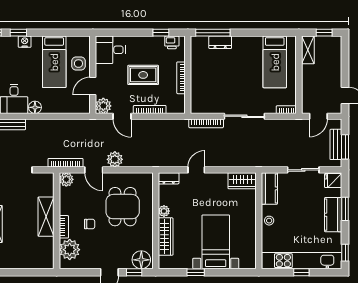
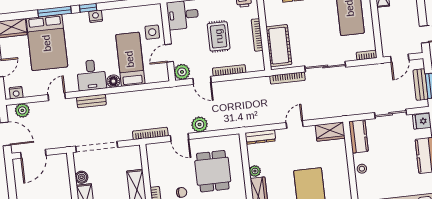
bed: (54, 62) -> (130, 59), moved, turned 180
rug: (143, 75) -> (219, 36), turned 90
cot: (201, 91) -> (279, 46), added
door: (196, 170) -> (295, 125), moved
dresser: (169, 178) -> (260, 137), width x1.44
plant: (66, 179) -> (153, 150), removed

